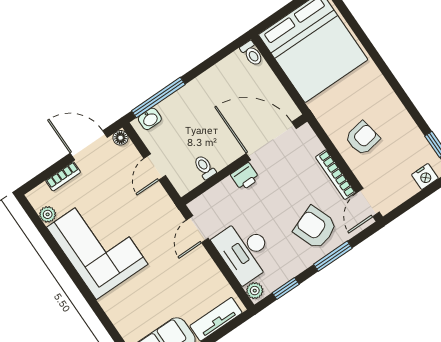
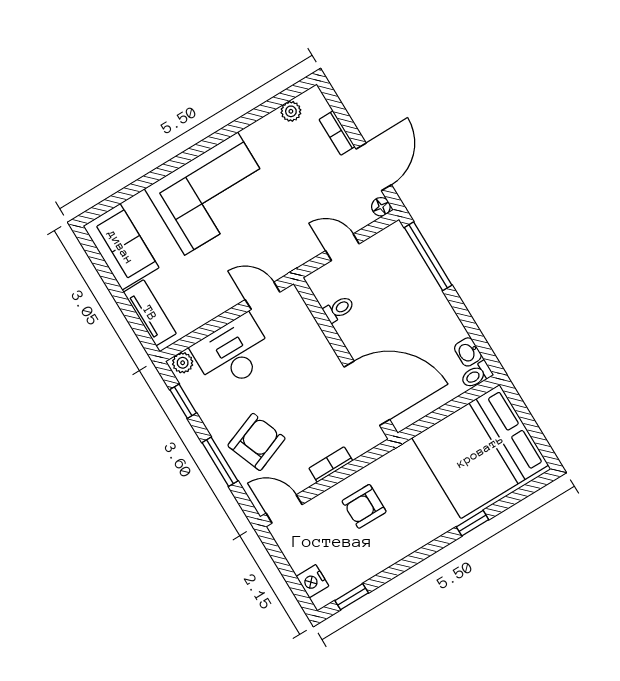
window: (371, 50) -> (472, 523), added
washbasin: (150, 119) -> (468, 352), moved
armchair: (362, 138) -> (364, 506), turned 100
door: (271, 141) -> (367, 393), hinge flipped
bookcase: (336, 175) -> (331, 465), width x0.64
printer: (245, 177) -> (324, 358), removed
corner sofa: (97, 246) -> (211, 194), moved

